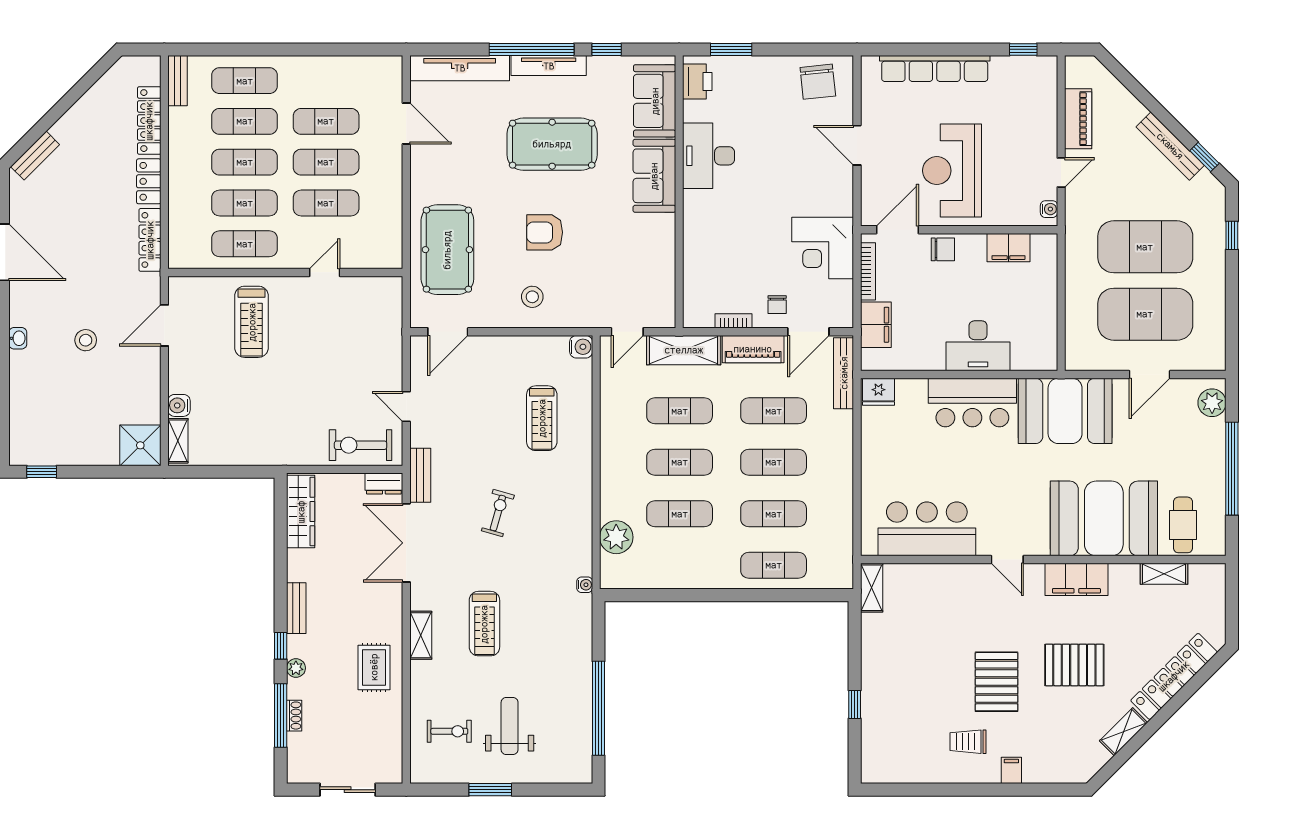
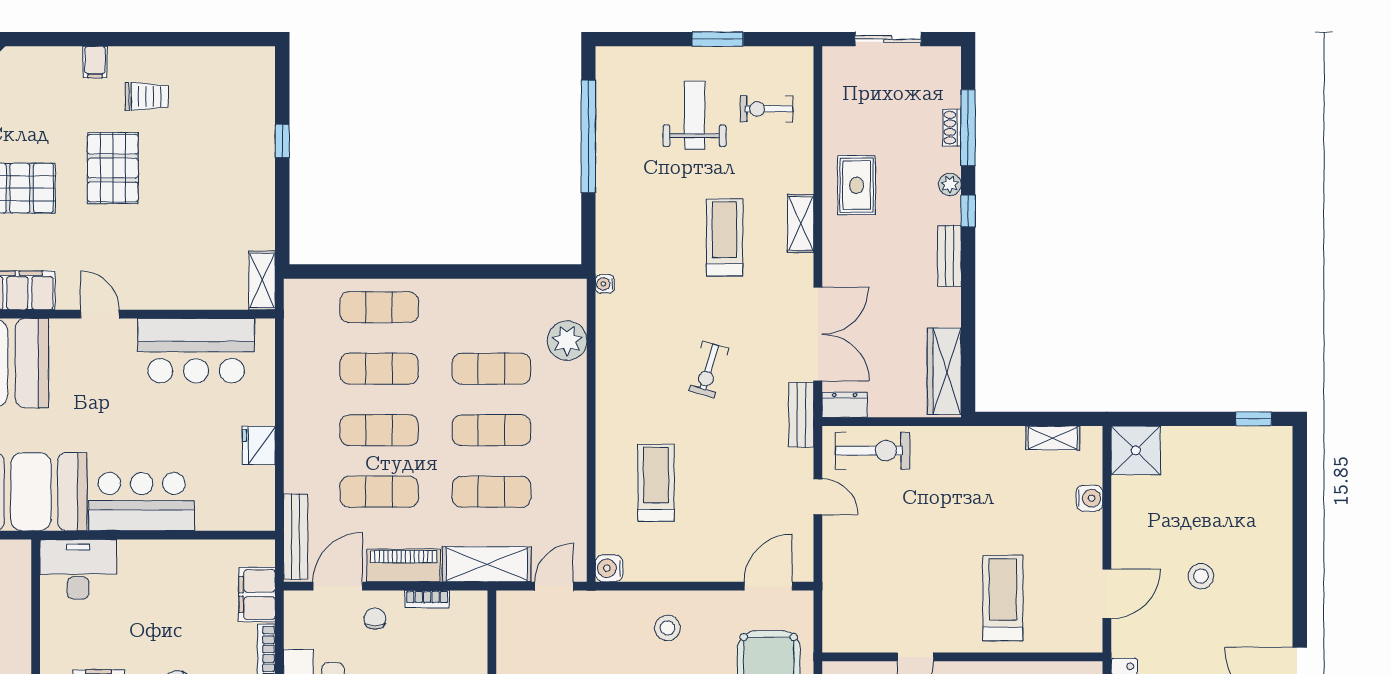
washbasin: (18, 338) -> (1282, 578), removed
desk: (978, 346) -> (78, 569), moved
fridge: (878, 392) -> (259, 445), moved, turned -90
shelving: (178, 441) -> (1053, 438), moved, turned 90
weight bench: (510, 726) -> (695, 115), turned 180

